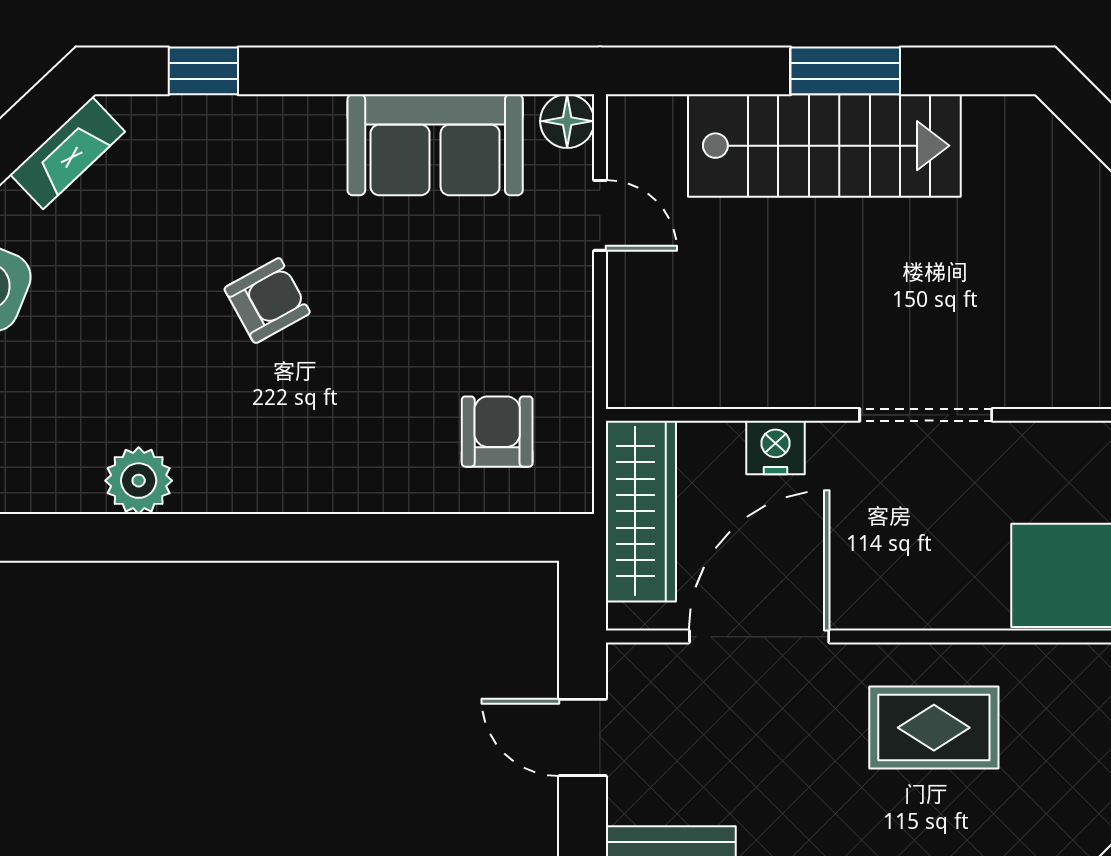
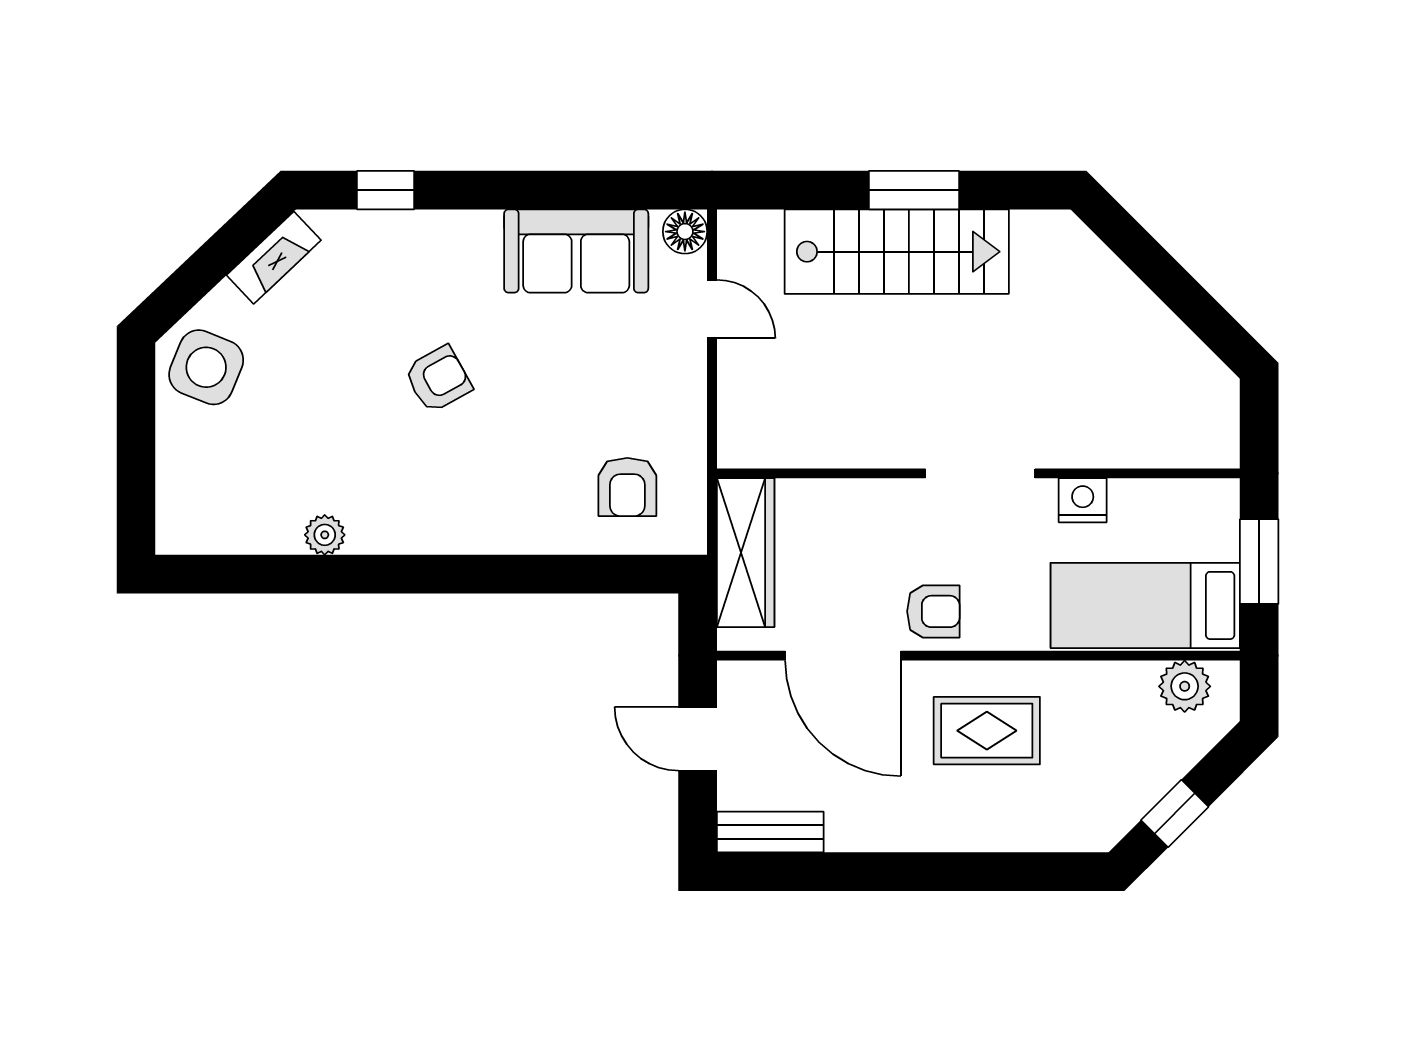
armchair: (497, 432) -> (627, 487), turned 180
nightstand: (775, 448) -> (1083, 500), moved
plant: (139, 481) -> (325, 535), width x0.73, depth x0.73
armchair: (869, 583) -> (933, 611), added
door: (759, 637) -> (843, 656), swing flipped

